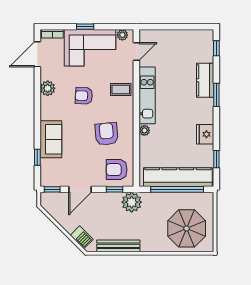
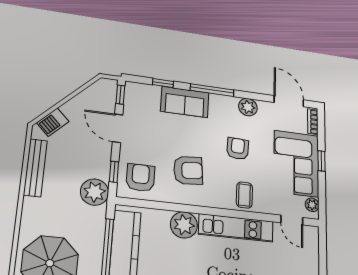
window: (37, 118) -> (212, 90), added
plant: (144, 130) -> (184, 225), width x1.88, depth x1.88

